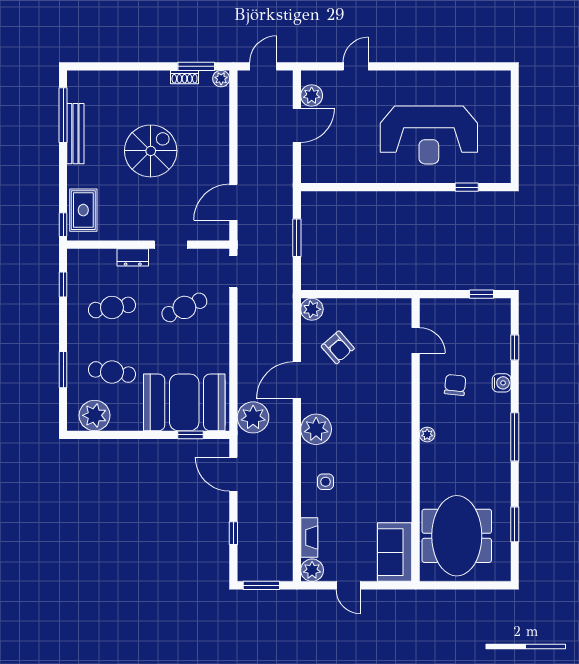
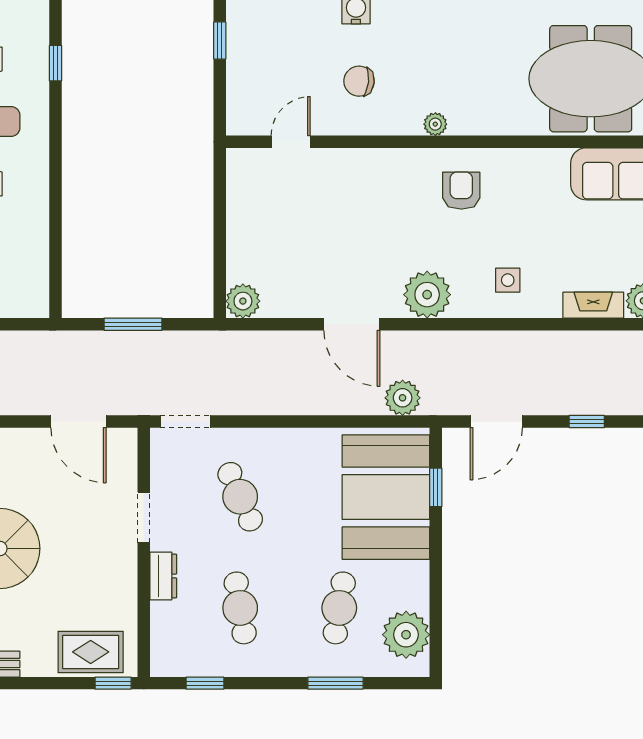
armchair: (338, 347) -> (461, 191), moved, turned -49
plant: (253, 417) -> (403, 398), width x0.73, depth x0.73

